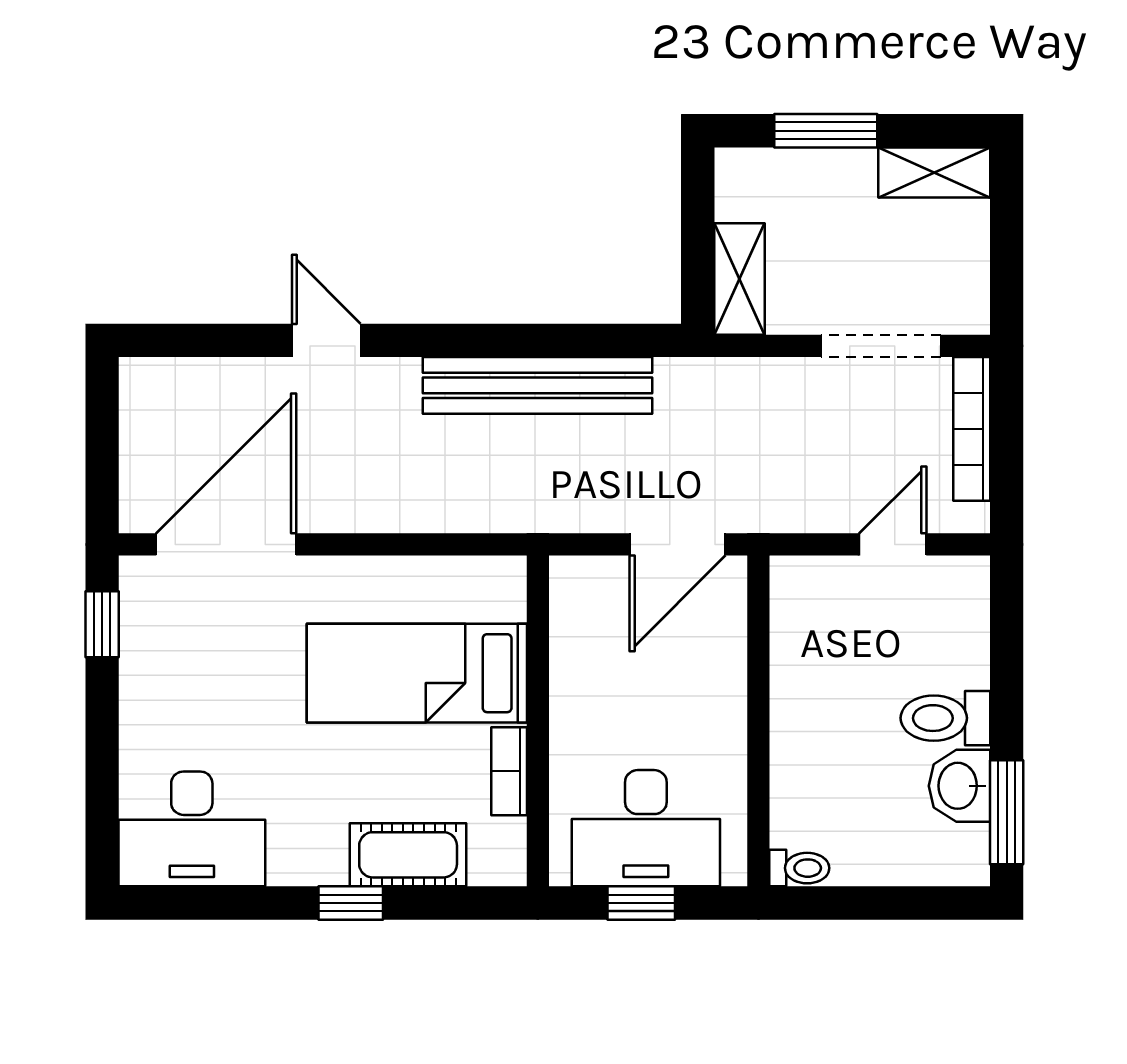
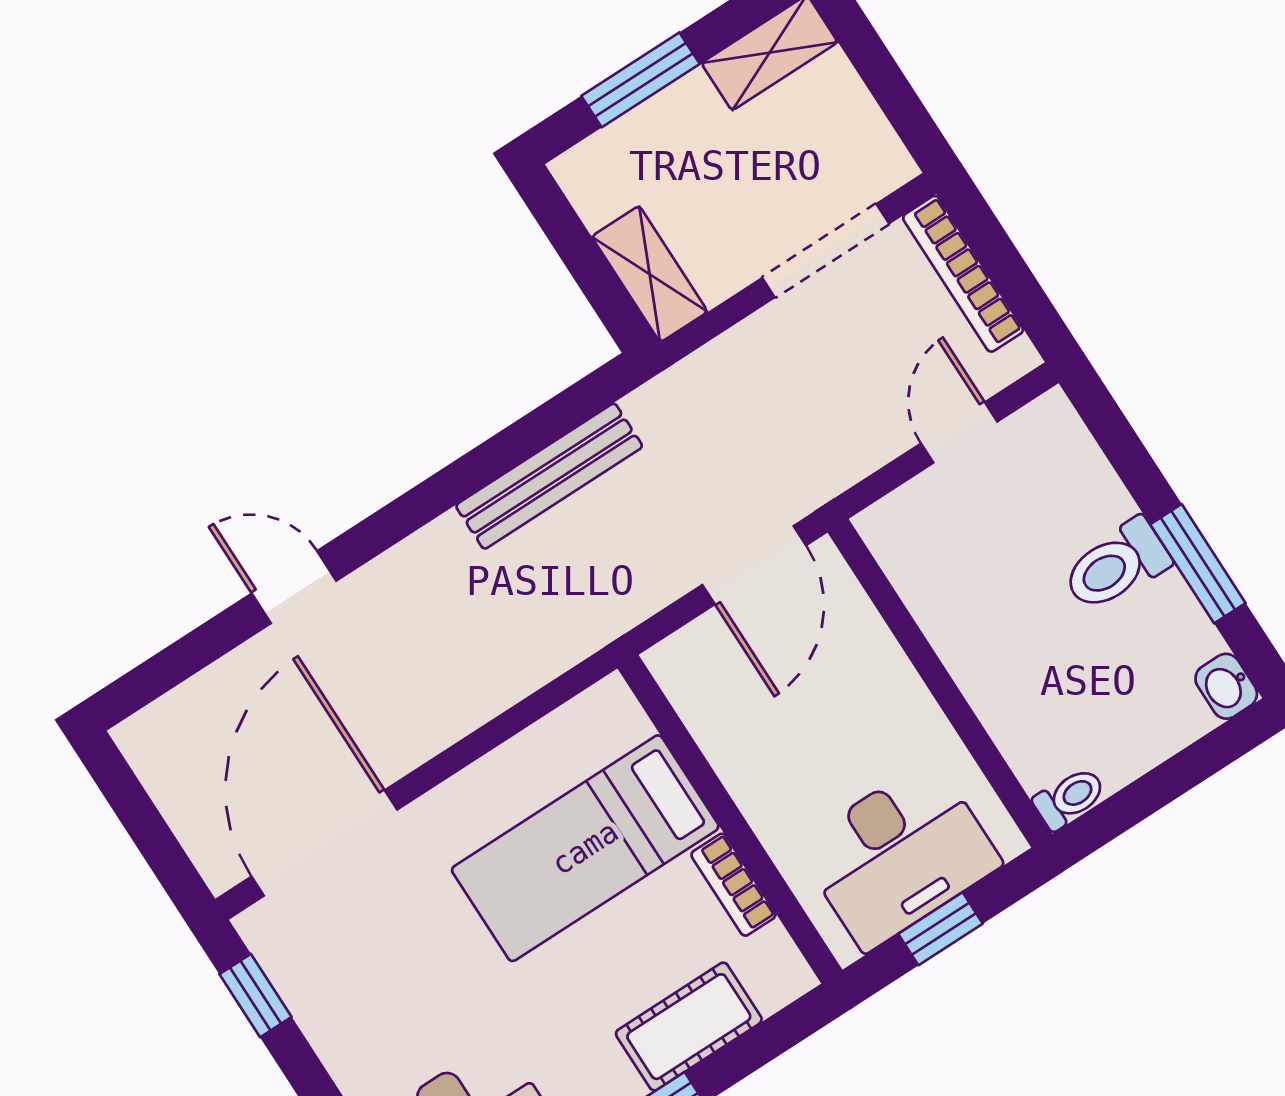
bench: (538, 385) -> (549, 476), width x0.73, depth x0.82
washbasin: (960, 786) -> (1226, 686), moved, width x0.72, depth x0.69
window: (1007, 812) -> (1198, 564), moved

